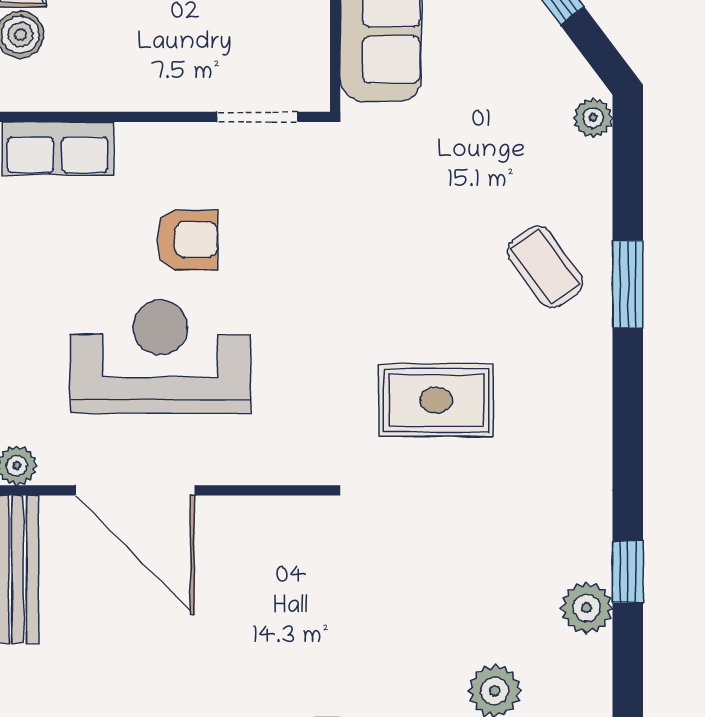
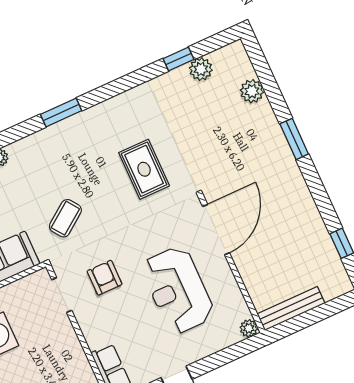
armchair: (188, 240) -> (105, 278), moved
coffee table: (545, 267) -> (65, 218), moved
door: (135, 490) -> (216, 230), moved

